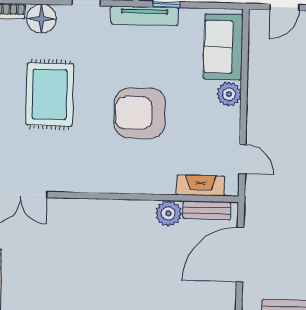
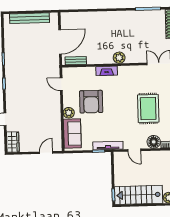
armchair: (140, 113) -> (91, 102), moved, turned 90
fireplace: (201, 185) -> (107, 71), moved
plant: (168, 213) -> (119, 58), moved

